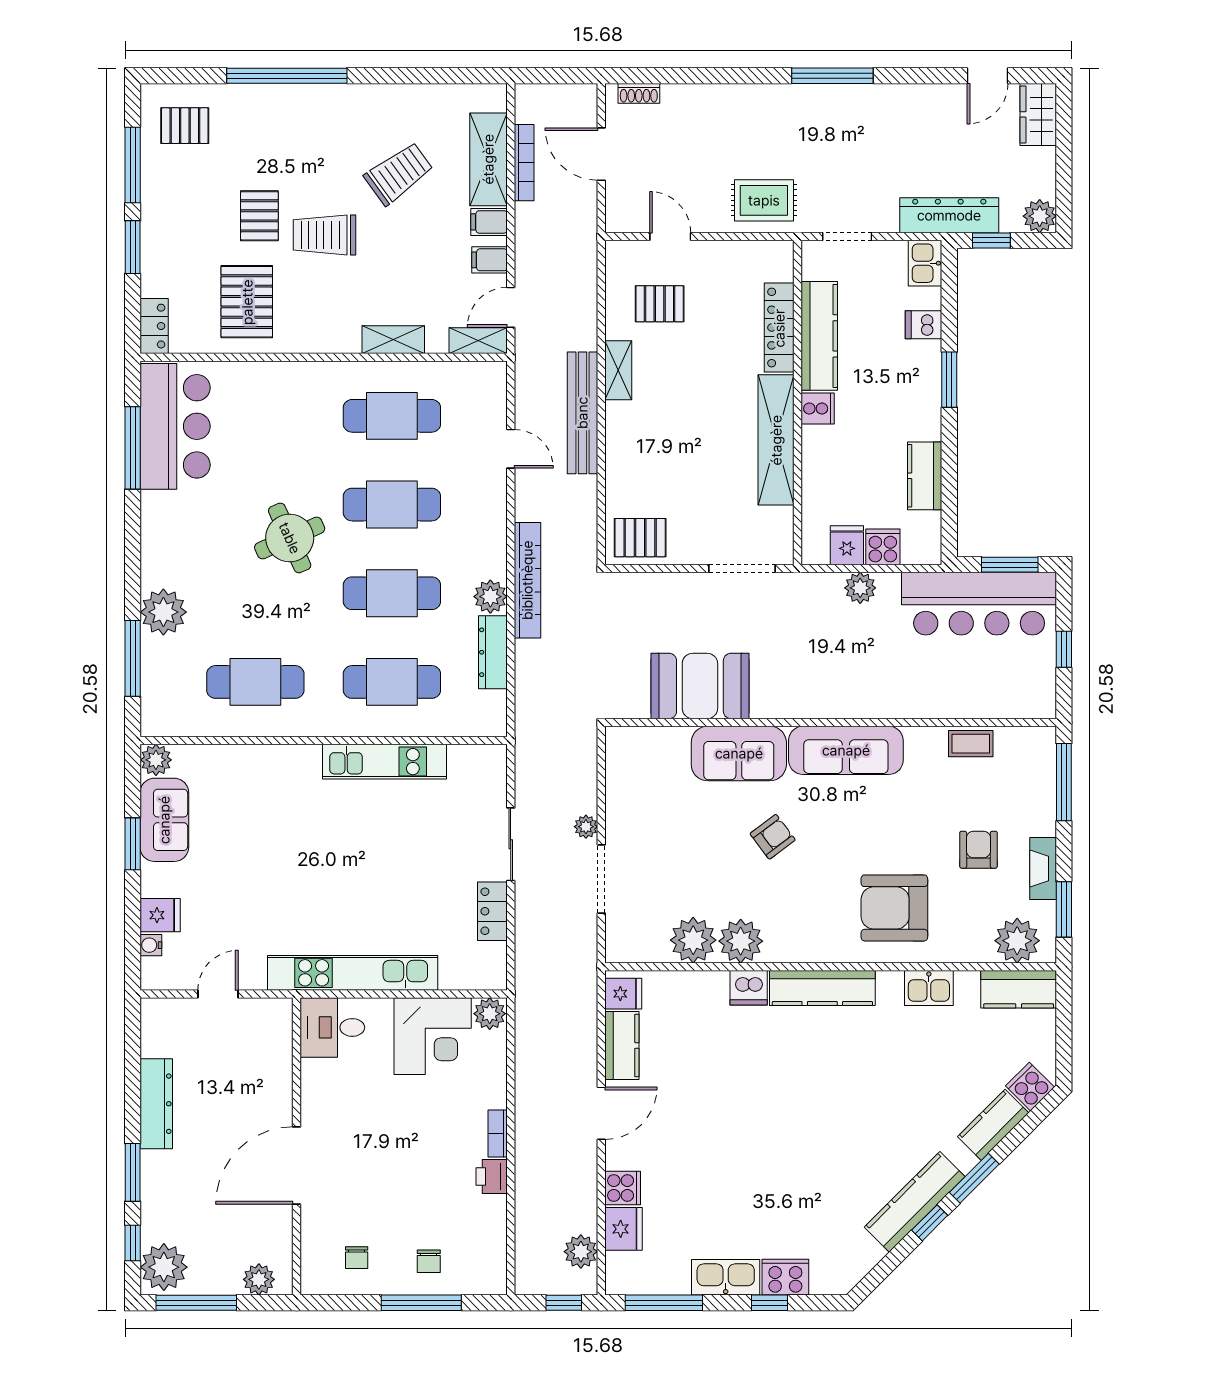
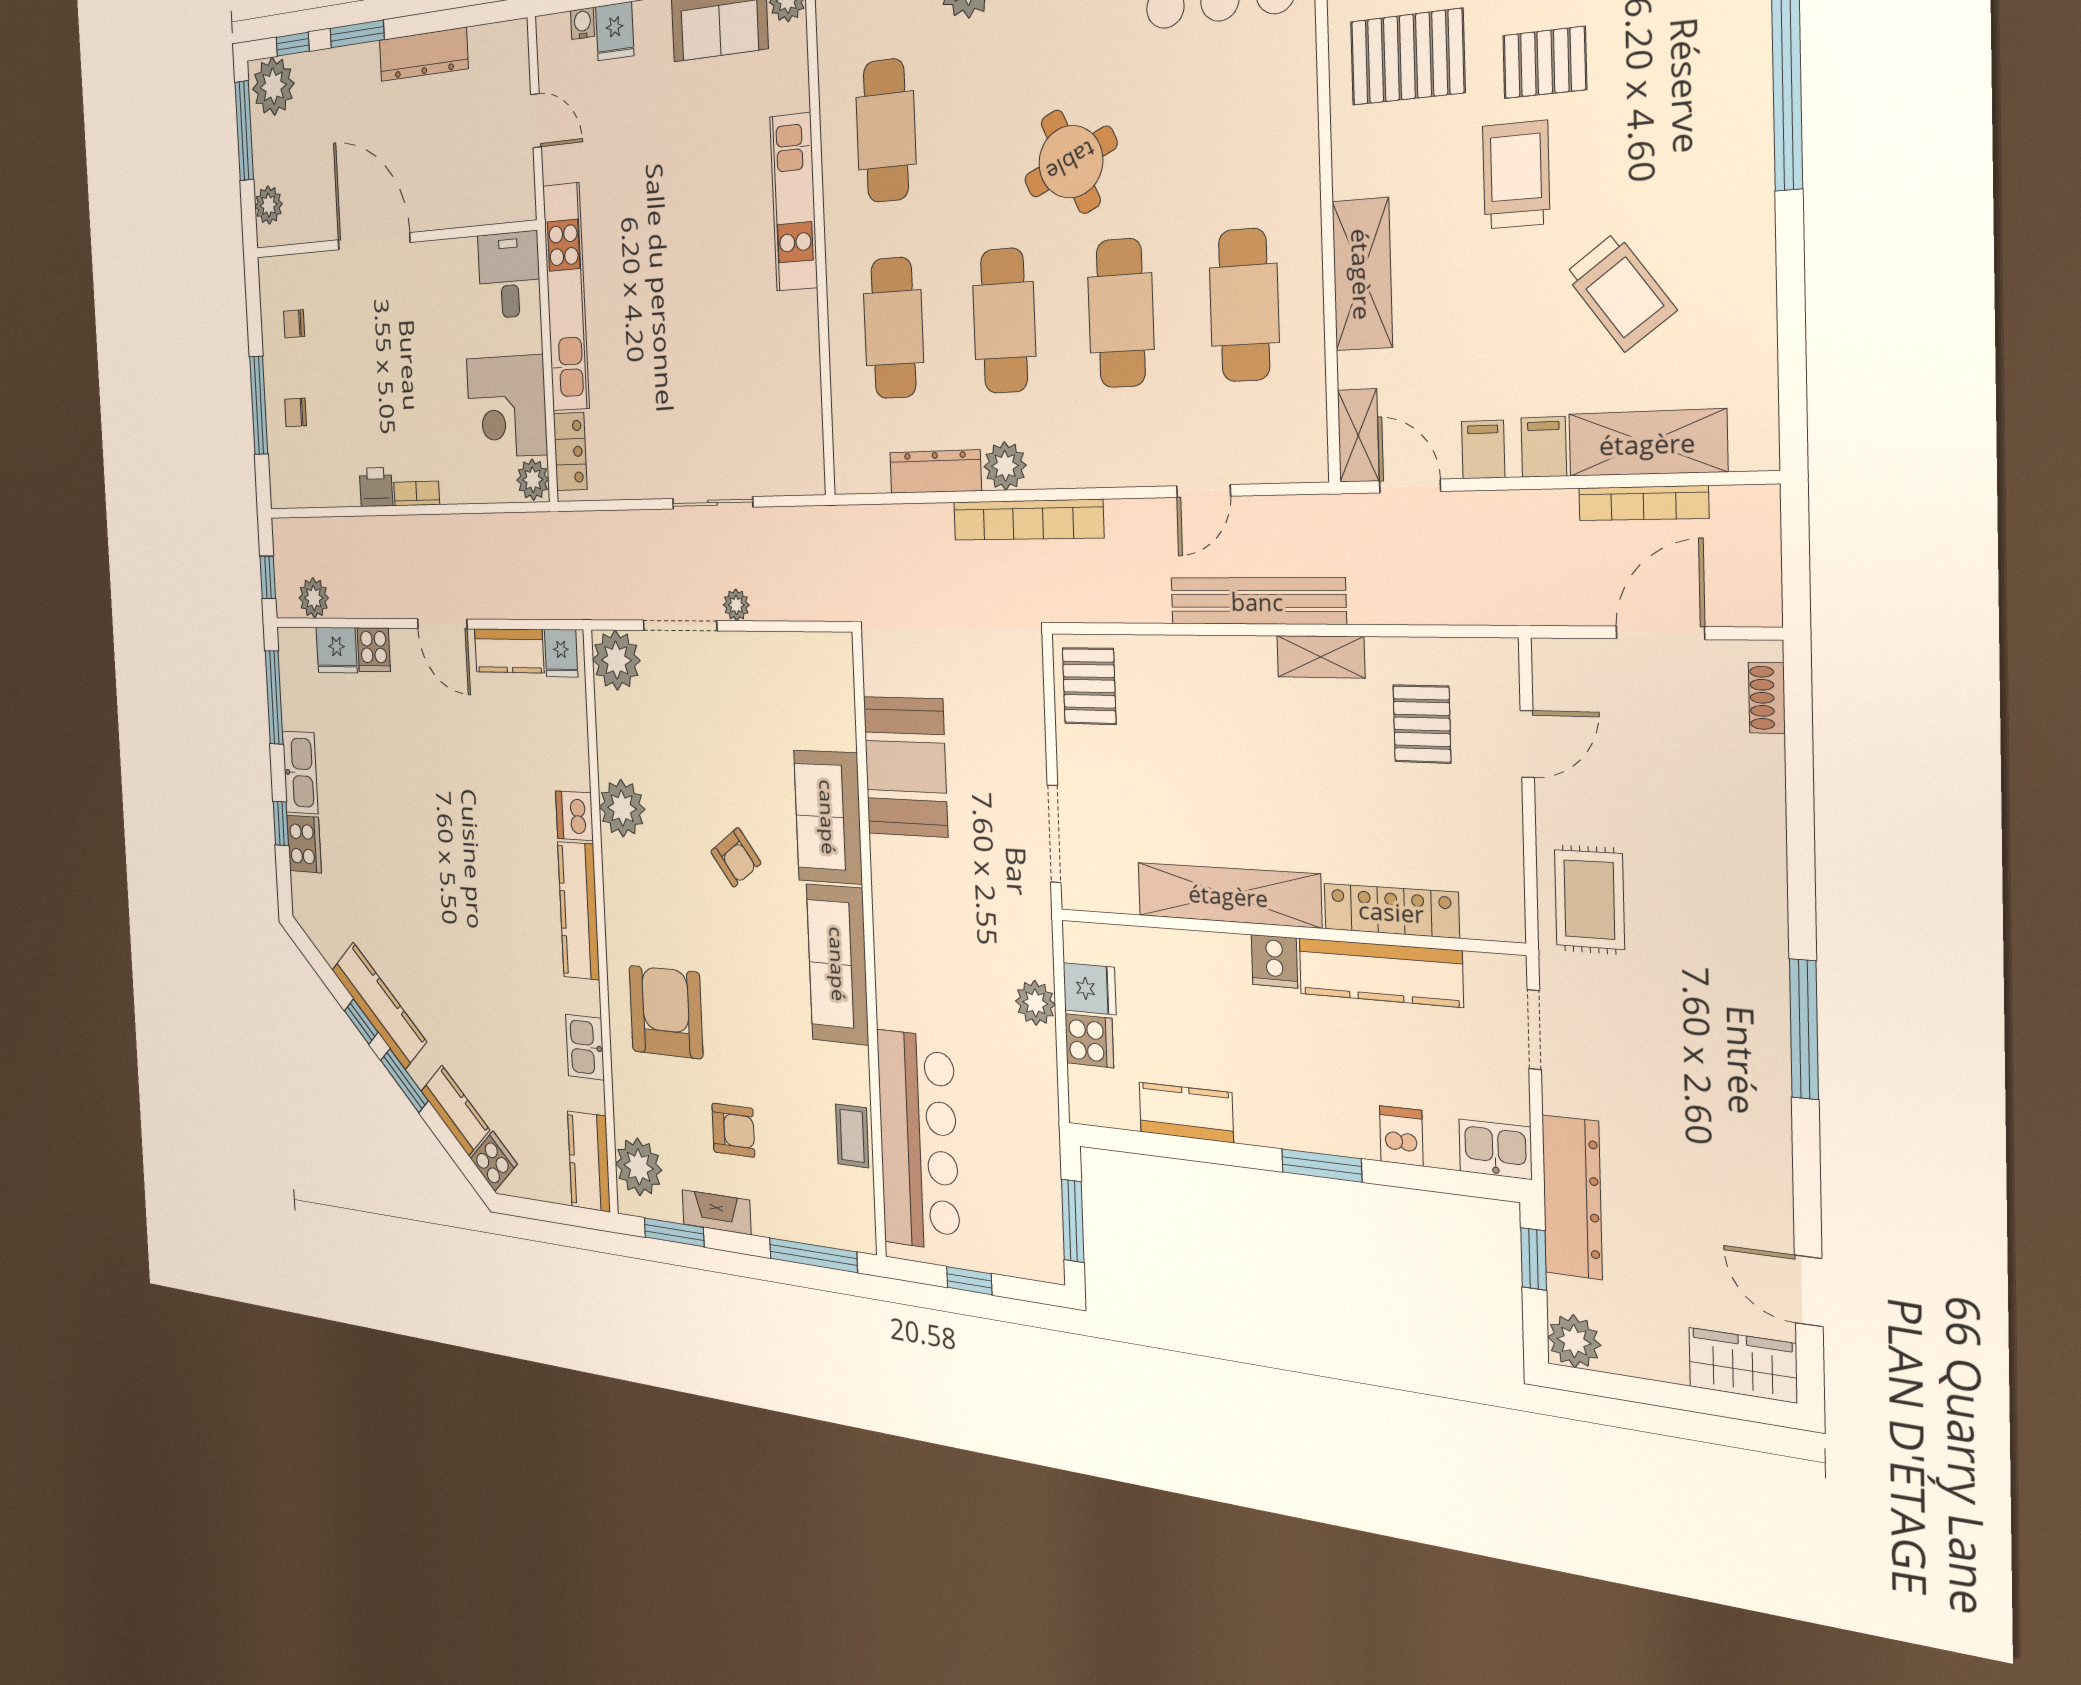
shelving: (393, 340) -> (1362, 274), width x1.50, depth x1.33
bar counter: (979, 604) -> (918, 1140), moved, turned 180
kitchen unit: (384, 762) -> (794, 202), moved
locker: (492, 911) -> (570, 452), moved, turned 90
plant: (693, 940) -> (616, 660), moved

